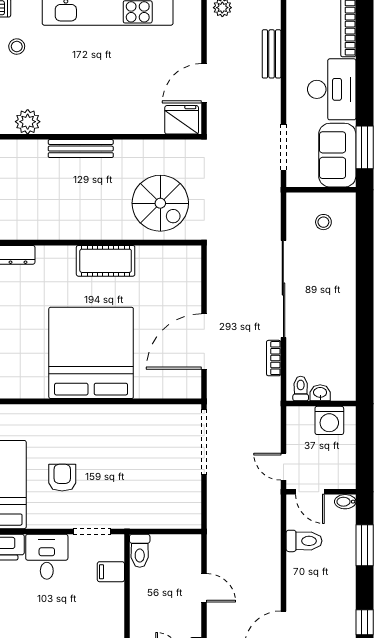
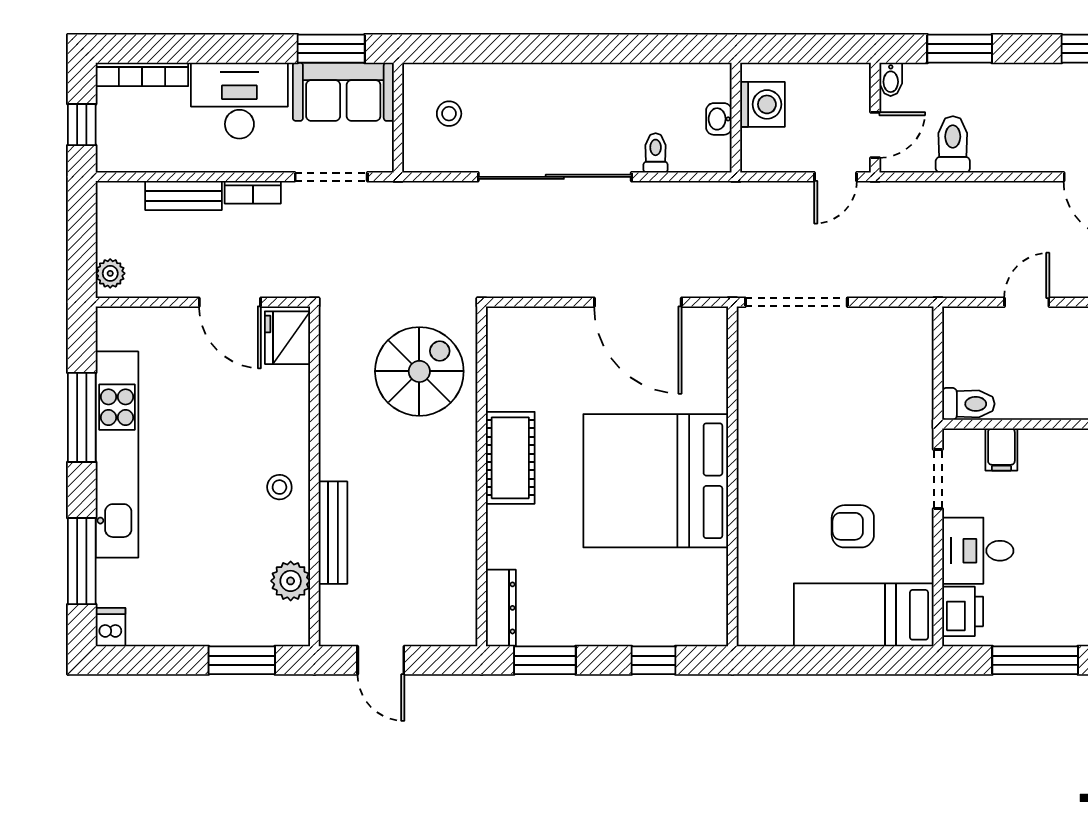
stool: (17, 47) -> (279, 487), moved
bench: (81, 149) -> (333, 533), moved
bookcase: (274, 358) -> (253, 192), moved
toilet: (301, 388) -> (656, 153), moved, turned 90

